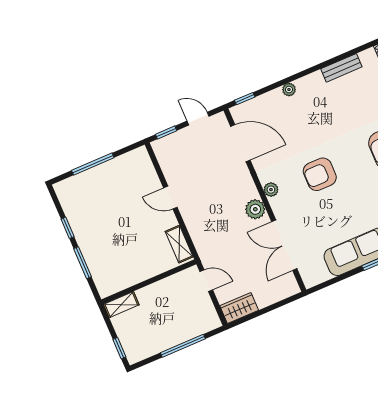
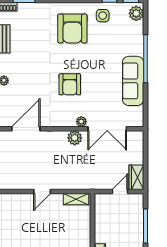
plant: (271, 190) -> (81, 122), moved
door: (206, 281) -> (120, 192), moved

